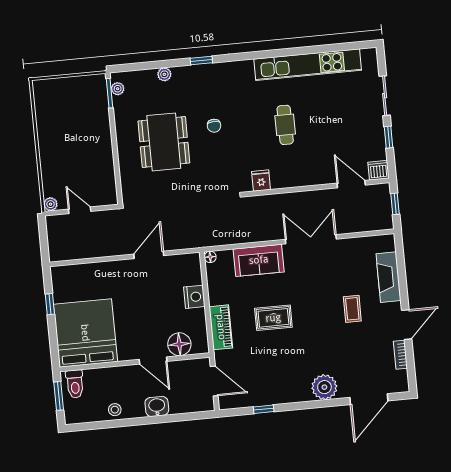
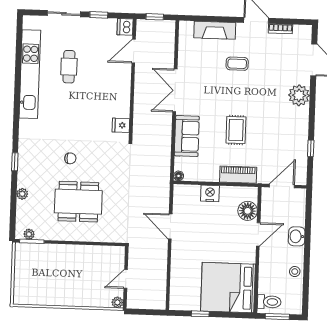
cafe table: (285, 125) -> (69, 67), moved, turned 90

